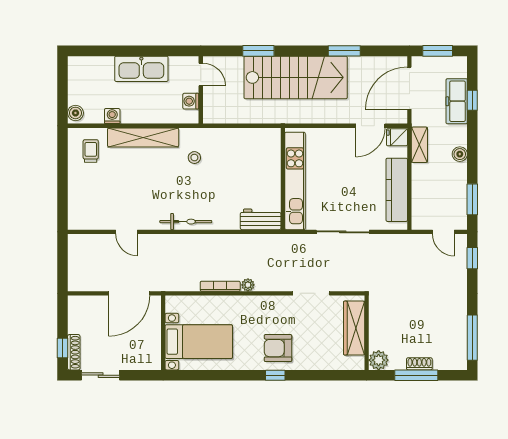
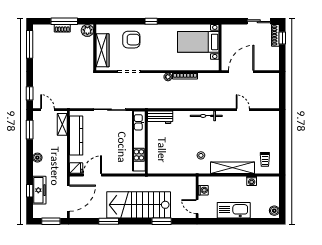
boiler: (75, 113) -> (274, 211), moved
shelving: (419, 145) -> (62, 124), moved
armchair: (278, 348) -> (131, 40), moved

